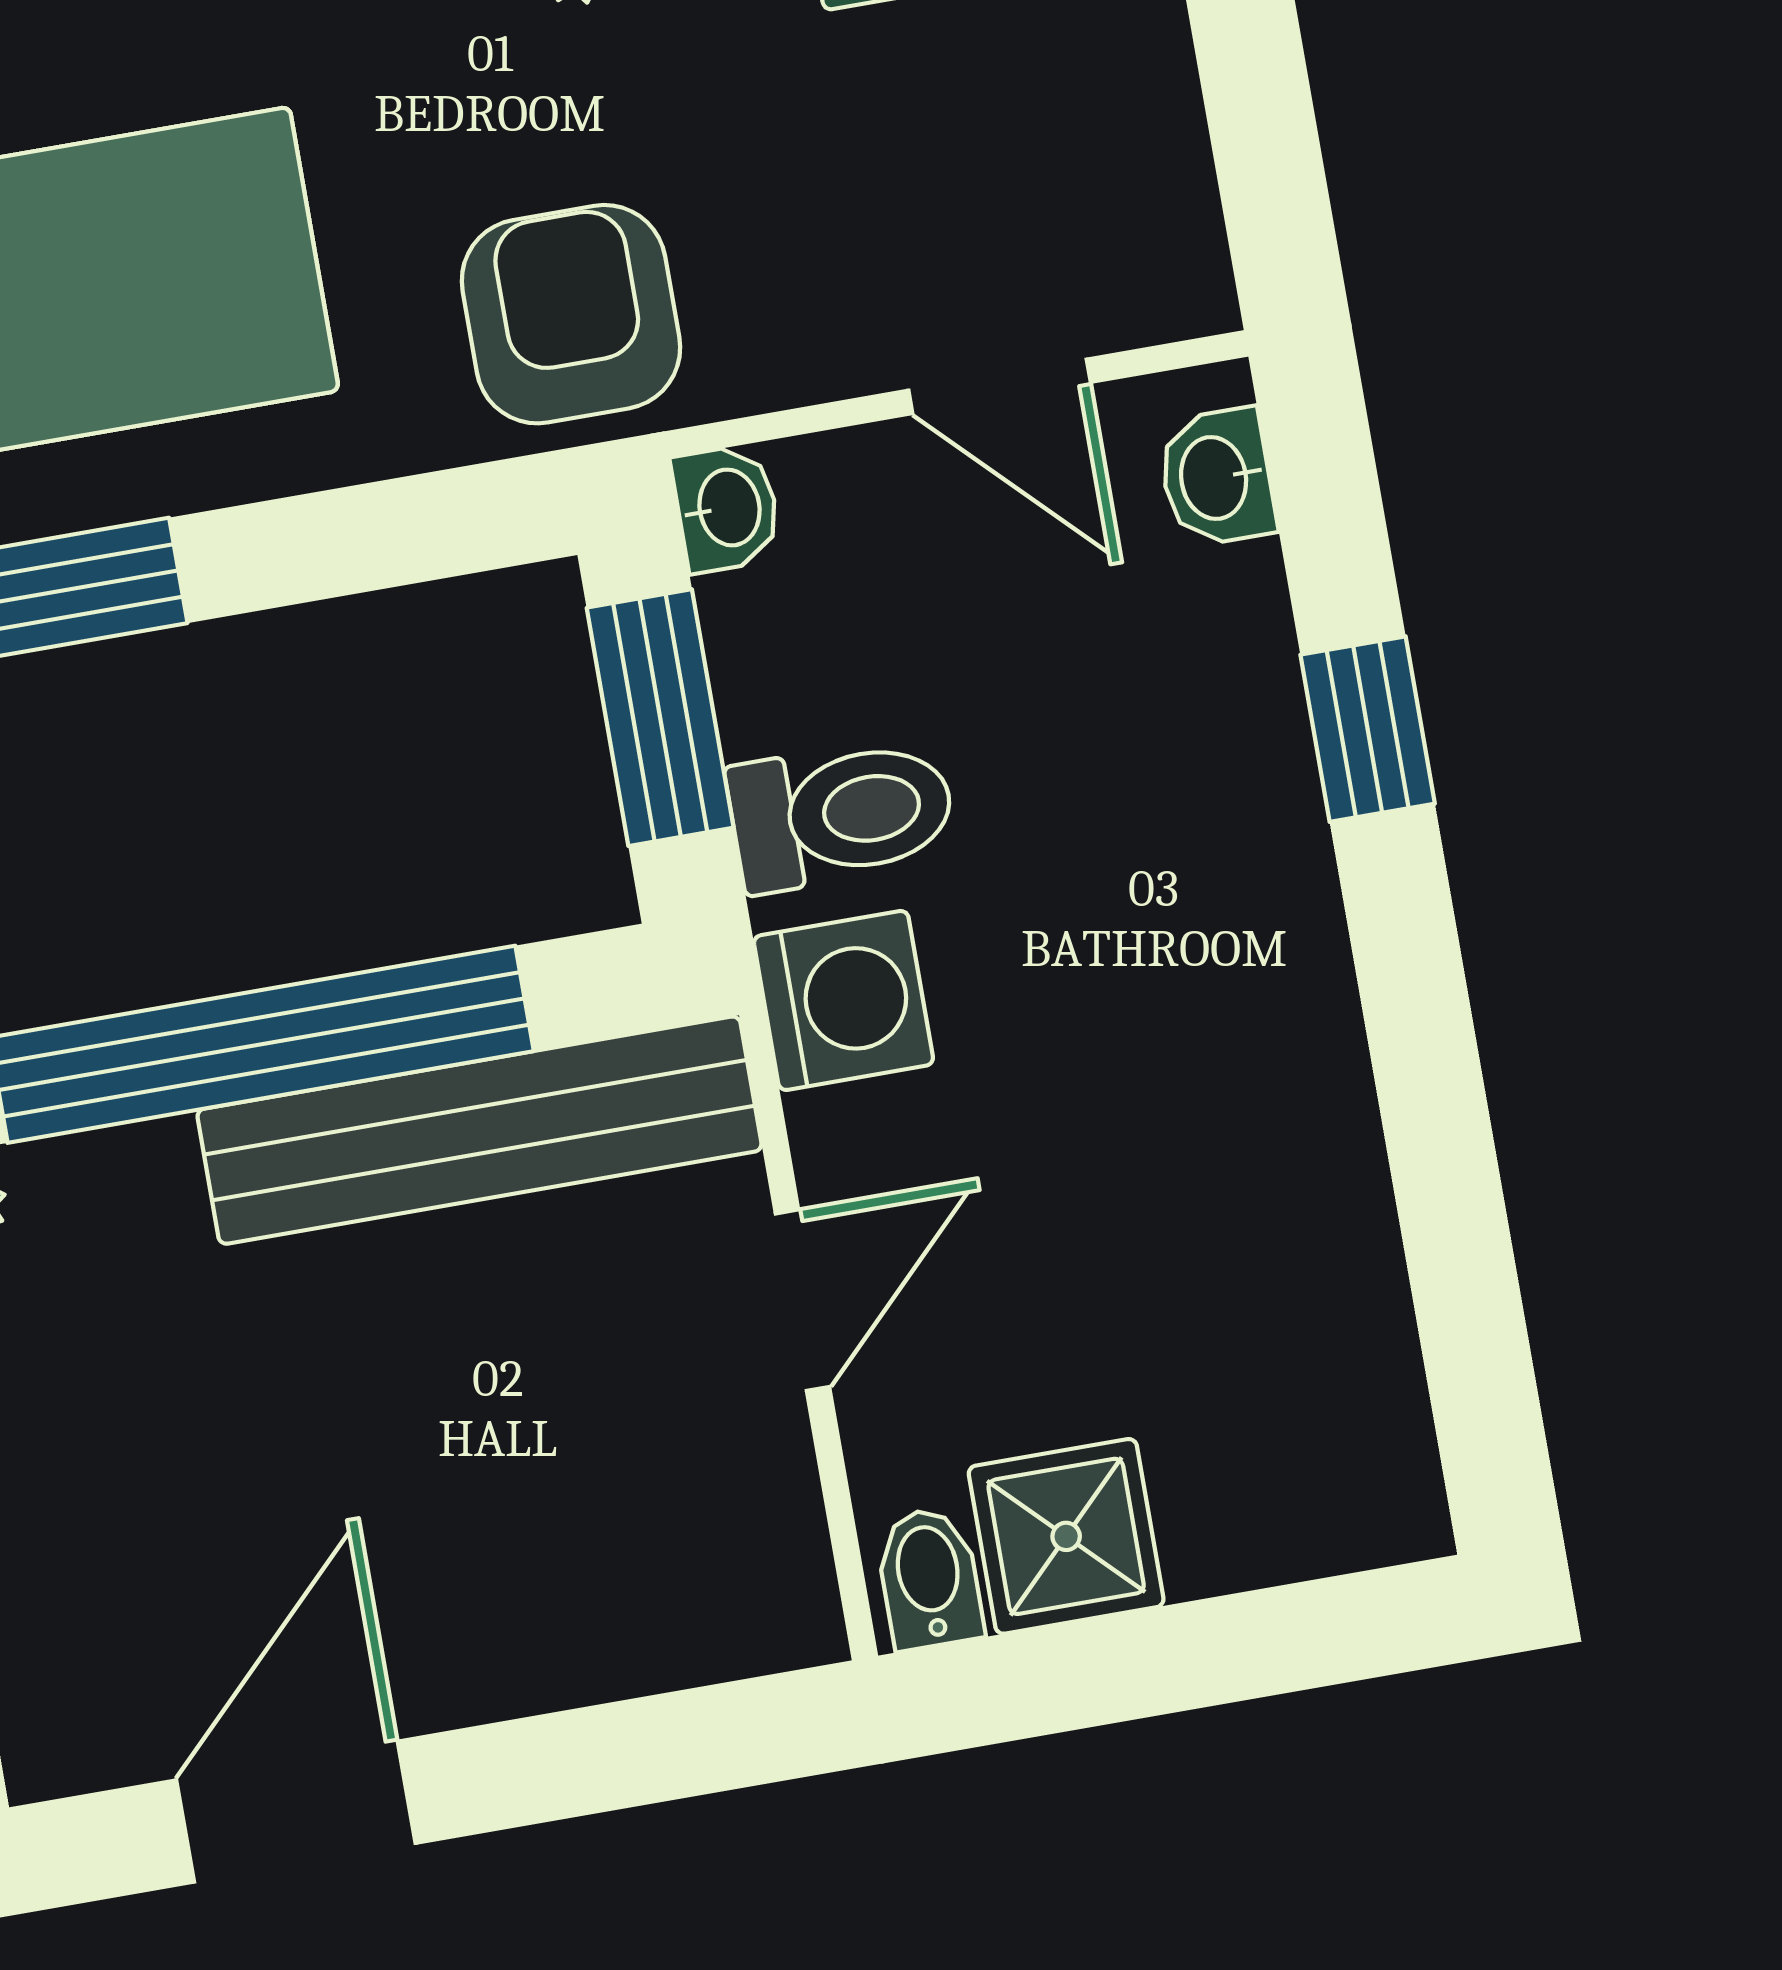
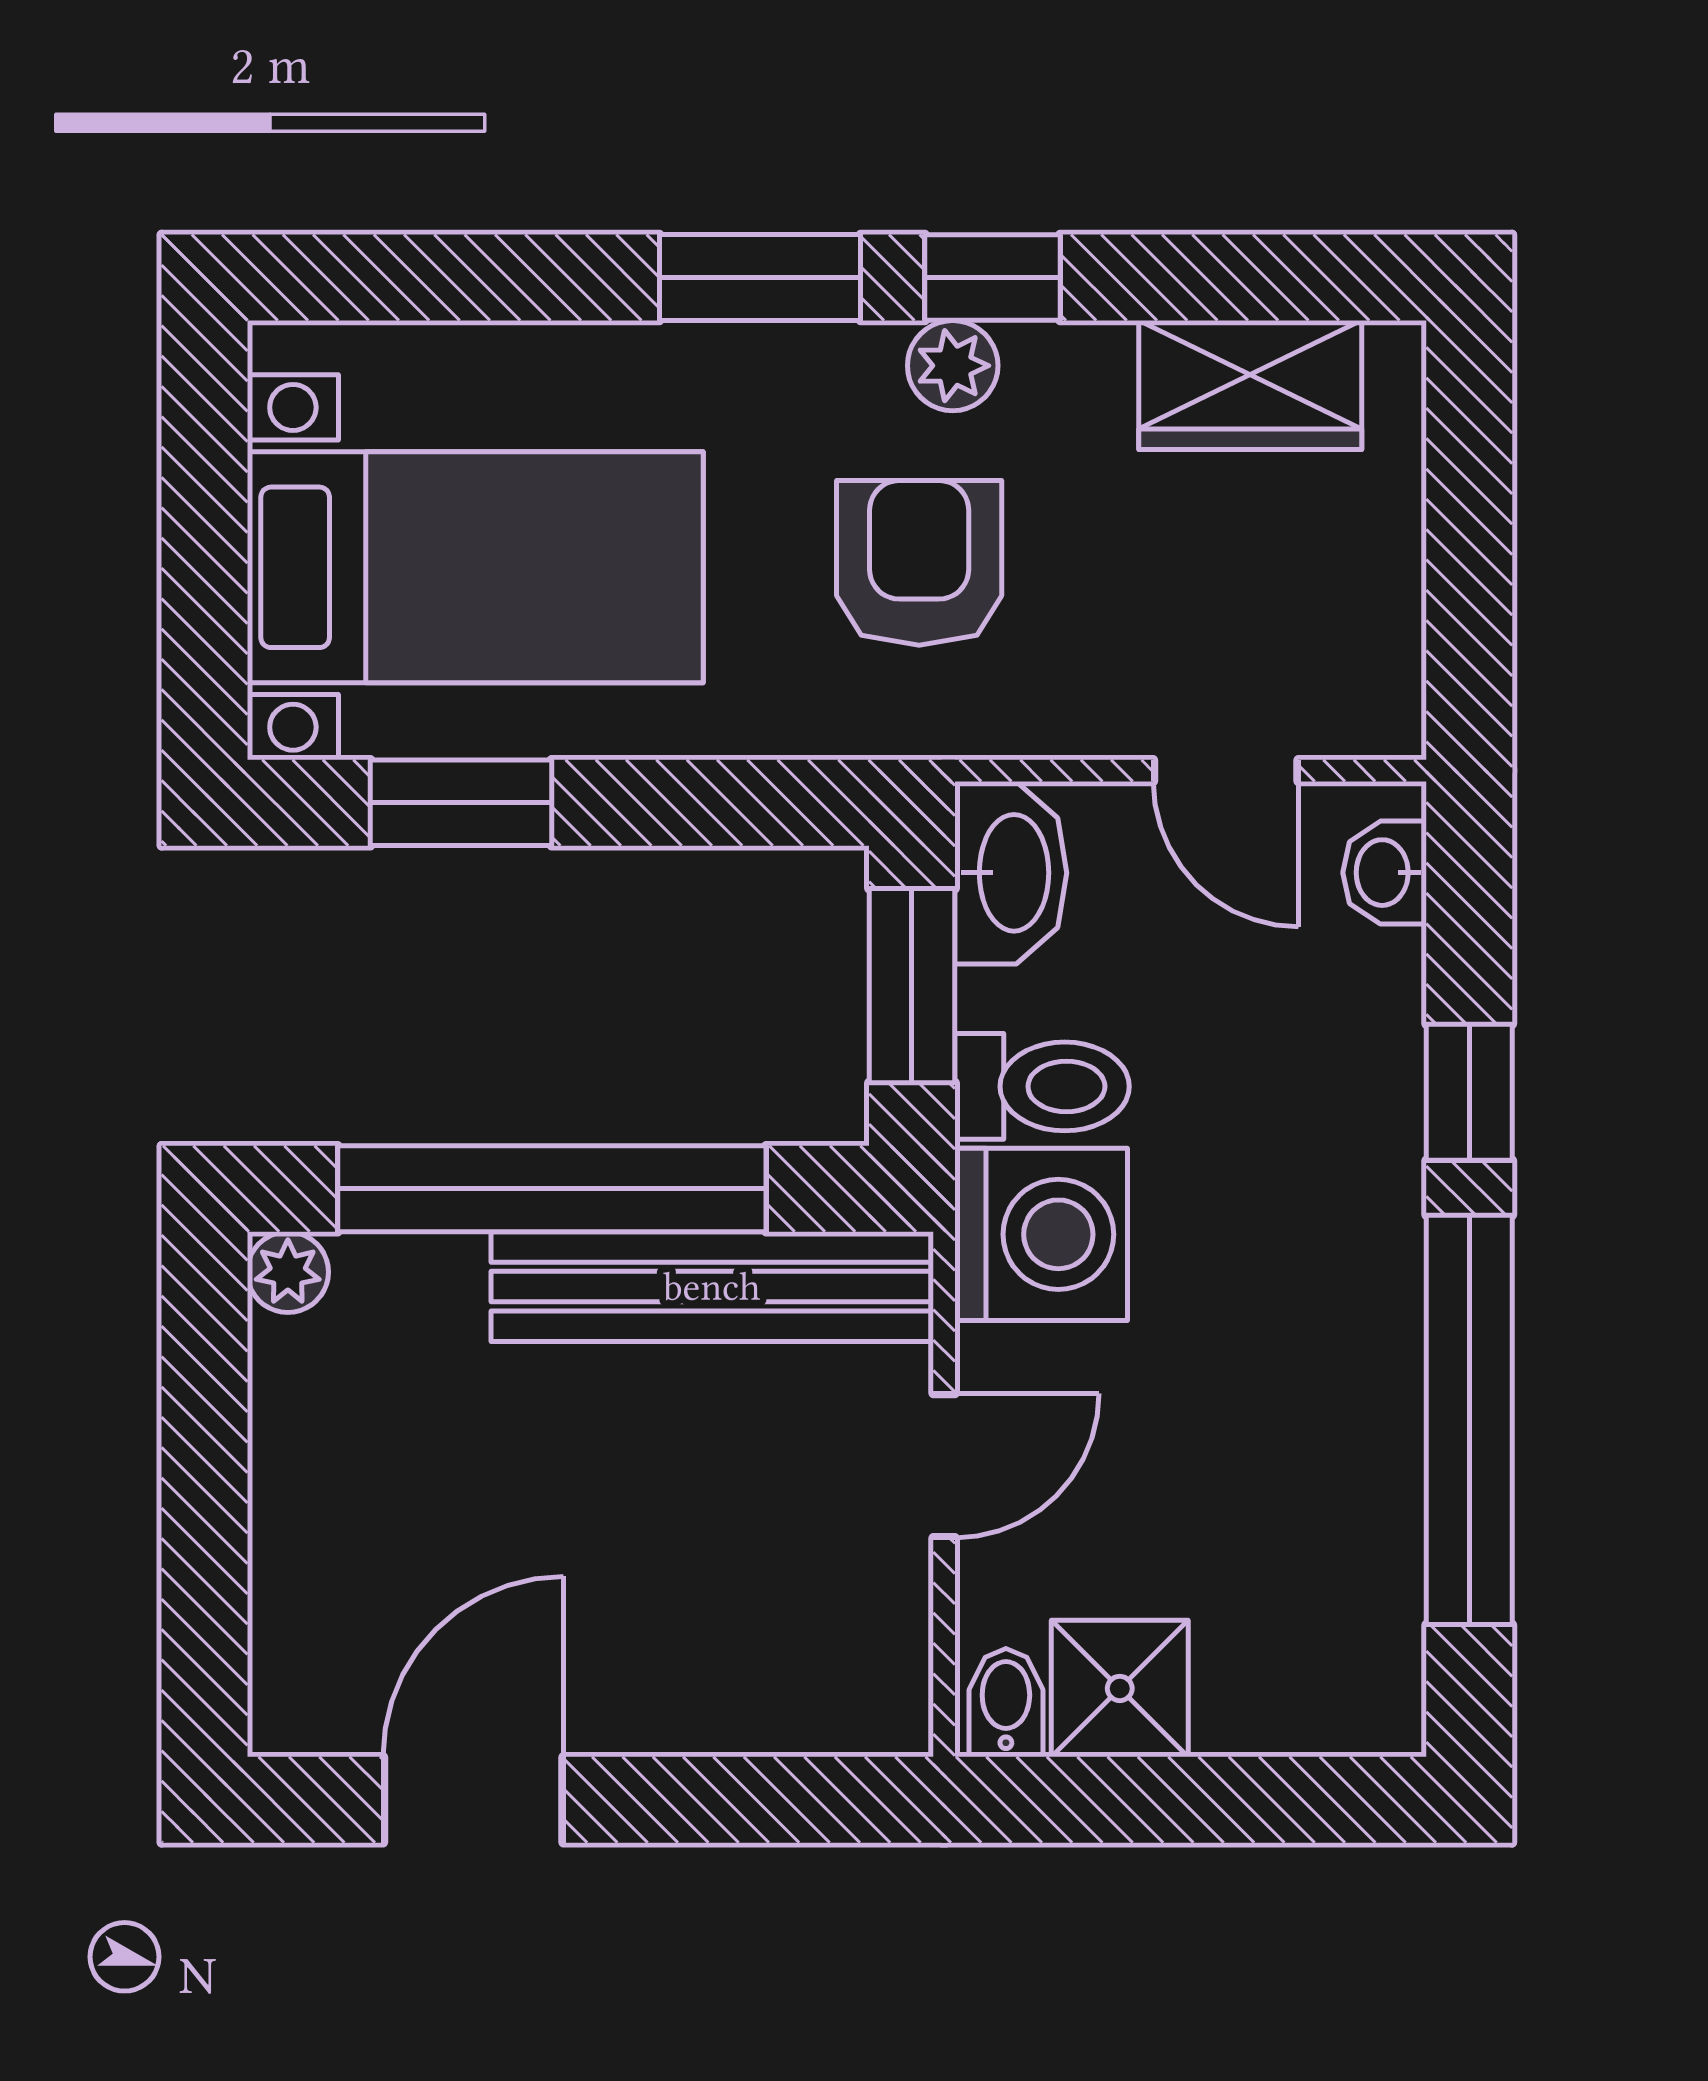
armchair: (571, 314) -> (919, 563), moved
washbasin: (727, 508) -> (1011, 873), width x1.91, depth x1.45
washing machine: (843, 1000) -> (1041, 1234), width x1.37, depth x1.37
window: (1438, 1132) -> (1469, 1420), added

